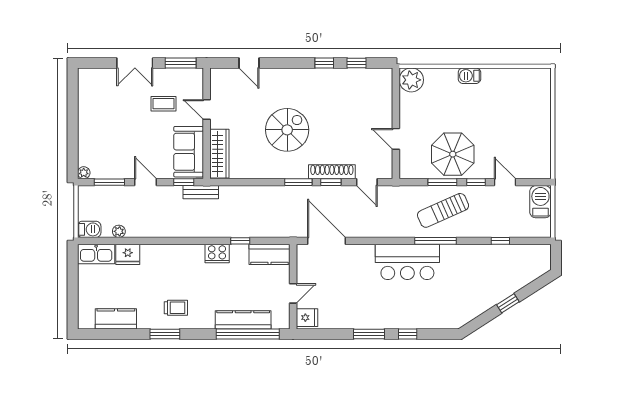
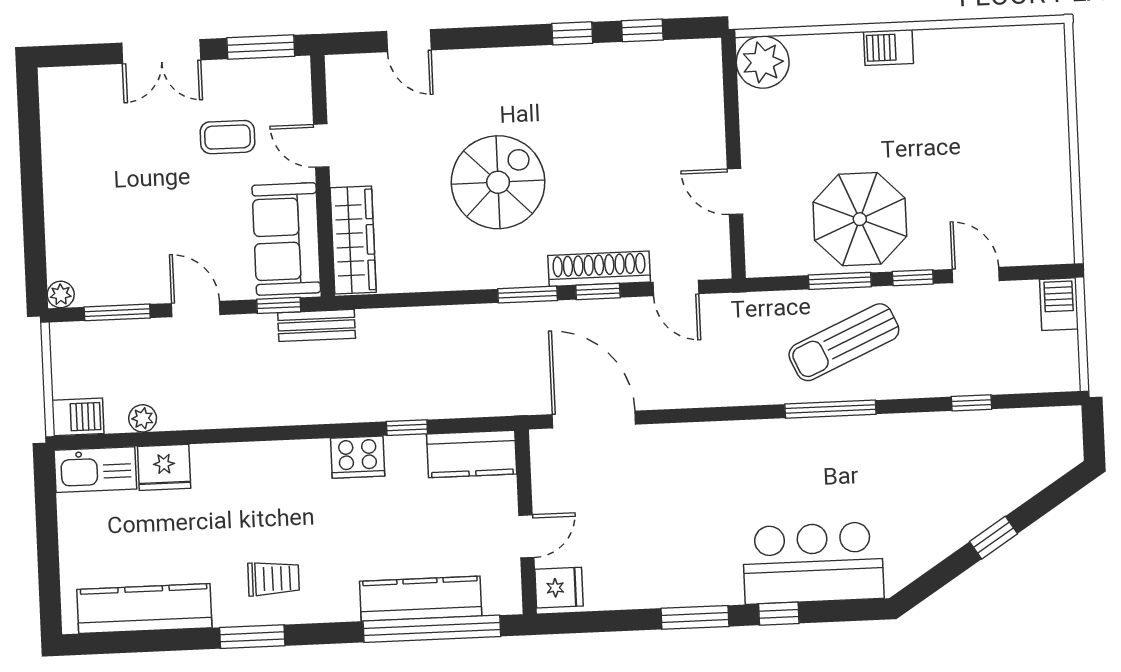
barbecue: (540, 202) -> (1059, 304), width x0.73, depth x0.79
bar counter: (407, 262) -> (813, 563), moved, turned 180
kitchen counter: (116, 319) -> (144, 609), width x1.50

